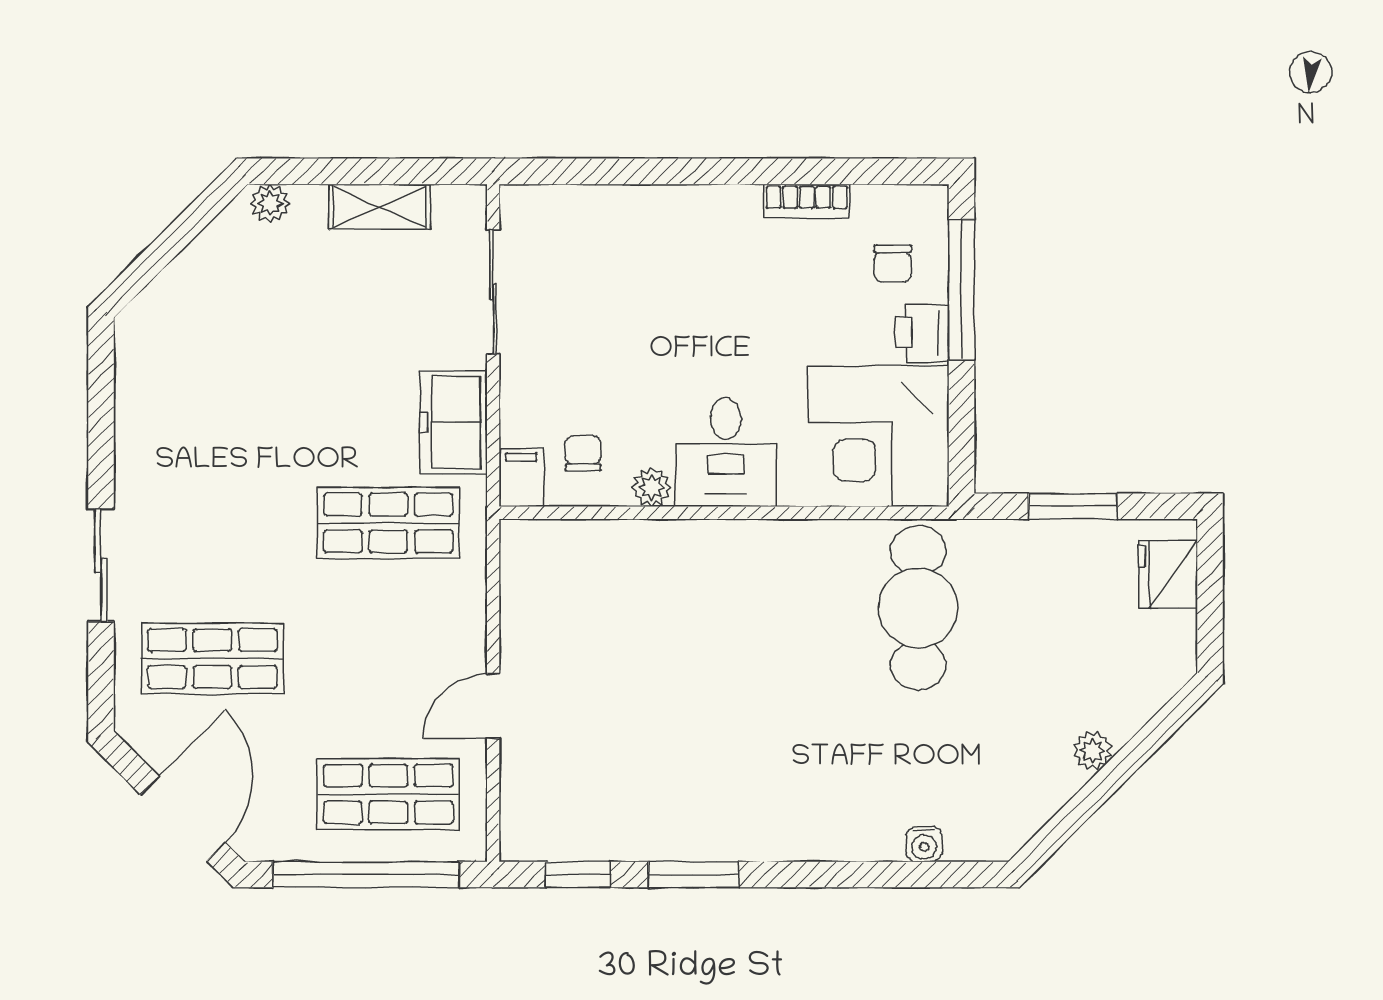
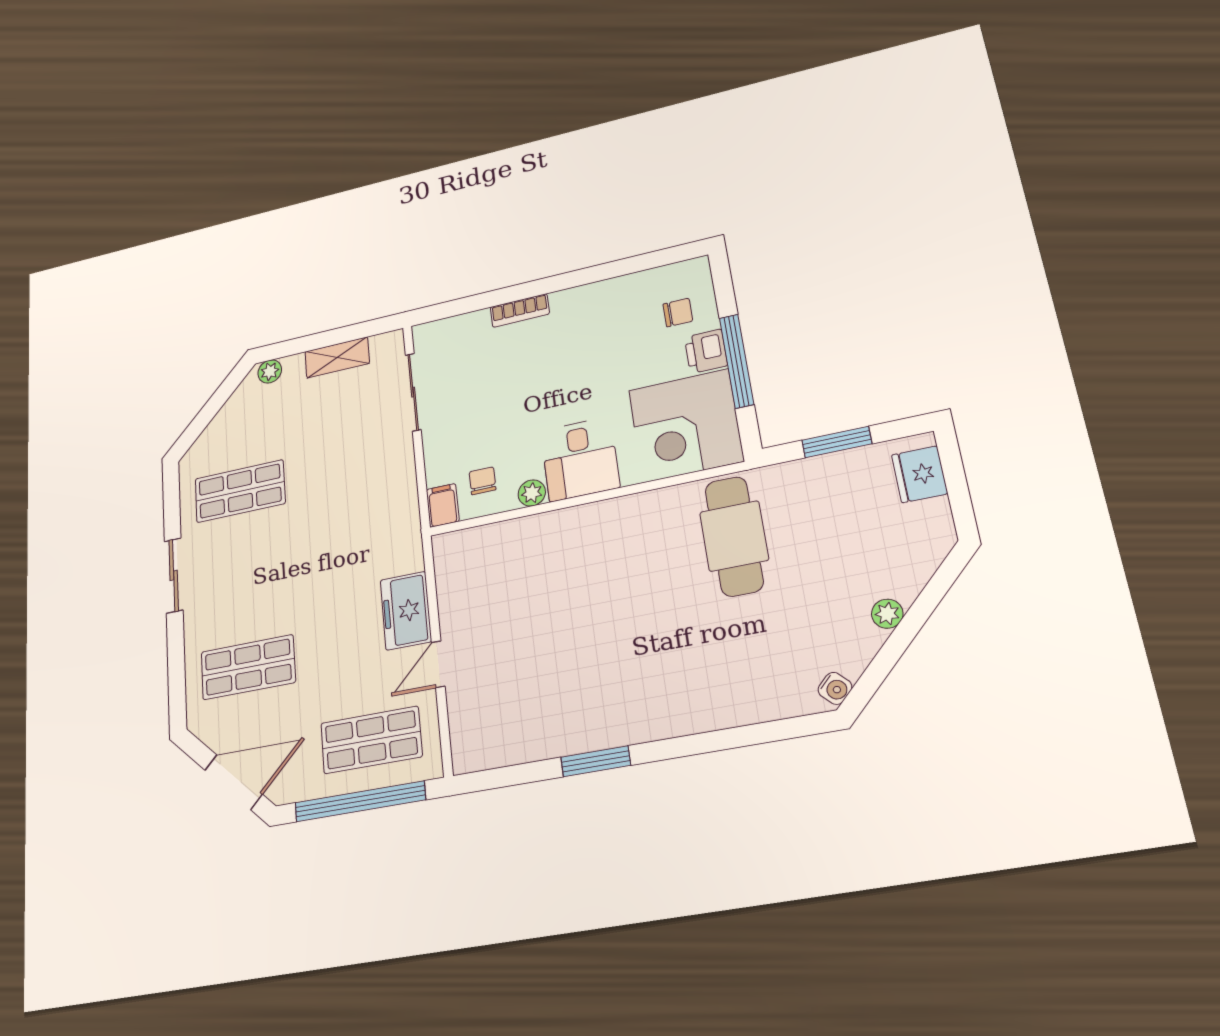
bookcase: (807, 201) -> (520, 310), moved
chair: (893, 264) -> (678, 313), turned -90
window: (961, 290) -> (736, 361), moved
freezer: (453, 422) -> (406, 611), moved
shop shelf: (388, 523) -> (240, 491), moved
sliding door: (101, 565) -> (174, 575), moved
door: (183, 819) -> (234, 782), hinge flipped
water cooler: (924, 844) -> (835, 688), moved, turned -45
window: (578, 875) -> (510, 776), removed

